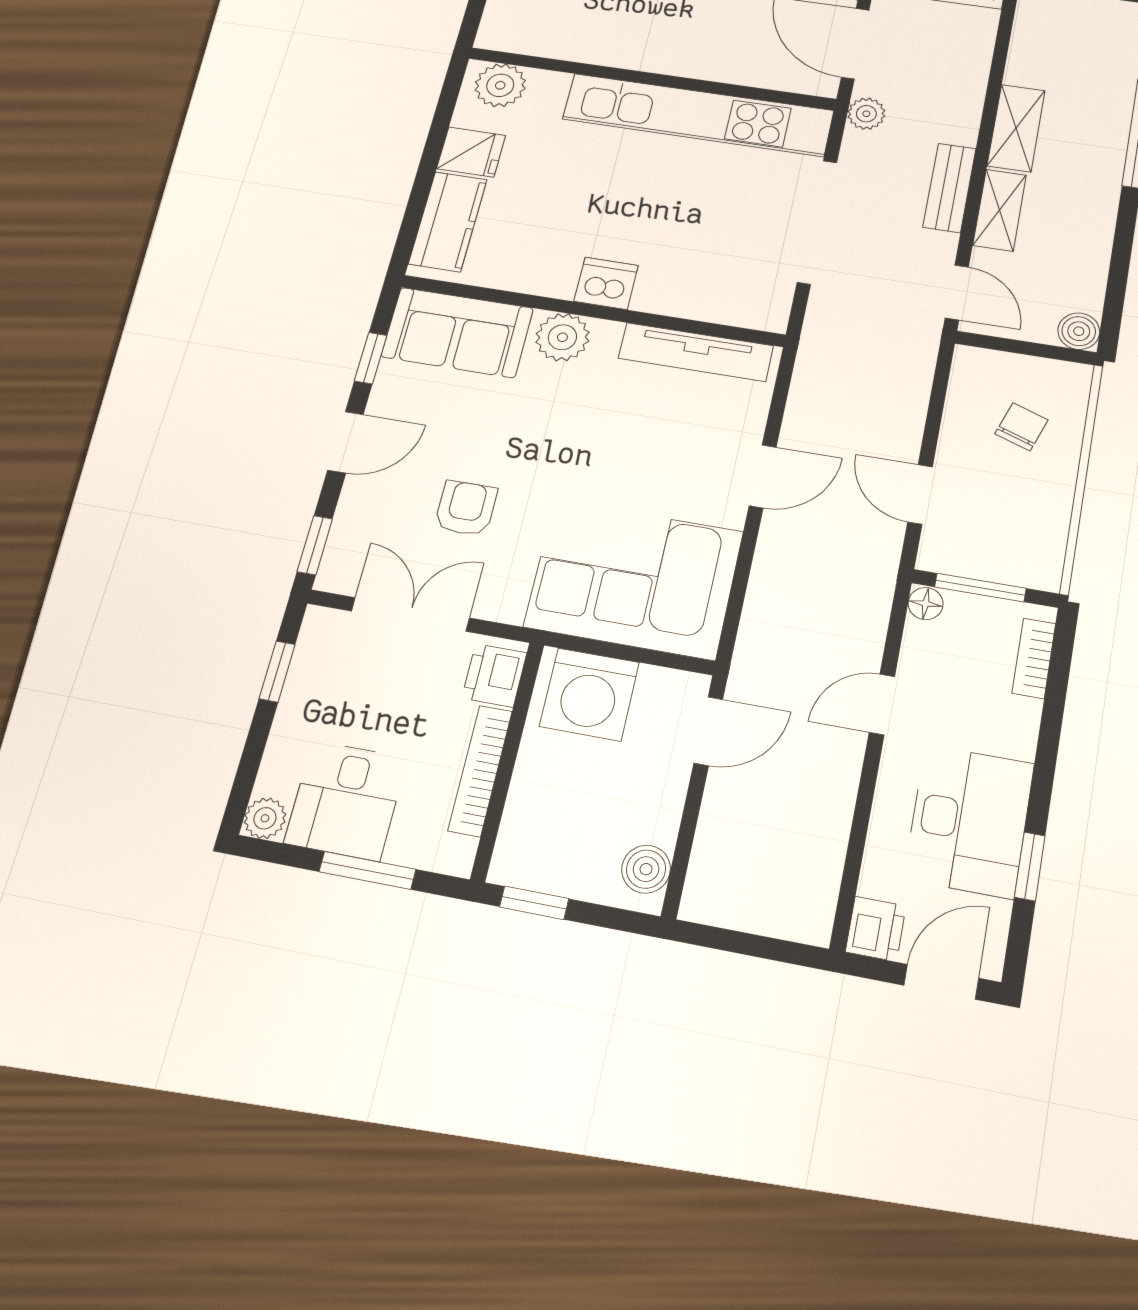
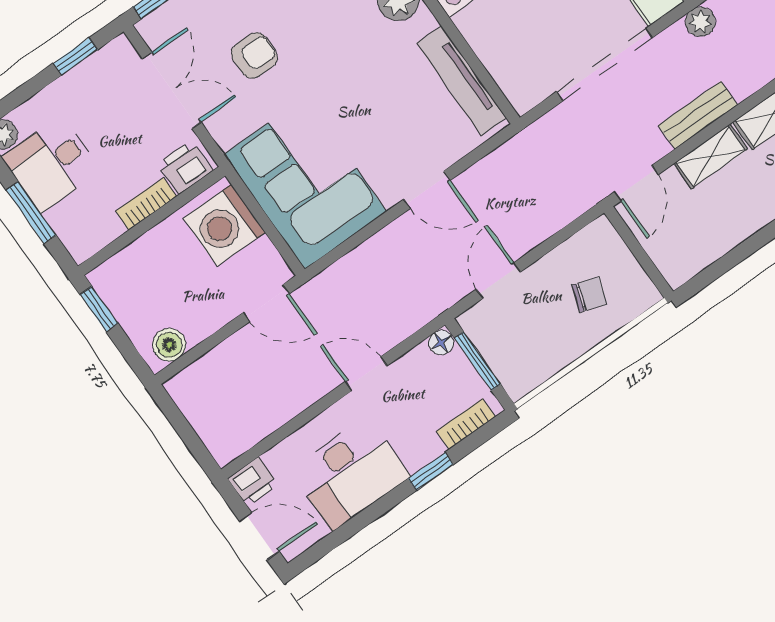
boiler: (1079, 331) -> (677, 270), removed
bookcase: (480, 771) -> (146, 204), width x0.64
window: (1030, 866) -> (431, 472), moved

